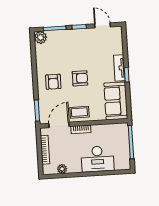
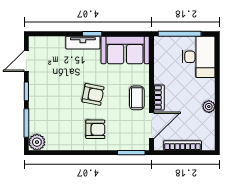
armchair: (80, 78) -> (93, 94), turned 101
door: (59, 125) -> (152, 125), swing flipped
desk: (97, 159) -> (199, 57), moved
plant: (62, 169) -> (209, 107), moved

